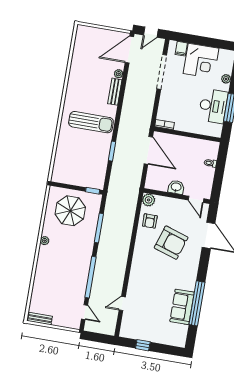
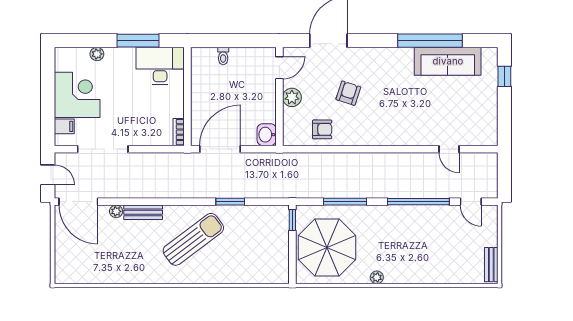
desk: (213, 106) -> (160, 66), moved
sun lounger: (91, 122) -> (193, 239), turned 53
washbasin: (176, 187) -> (267, 135), moved
plant: (149, 200) -> (292, 97), moved
parasol: (70, 211) -> (327, 247), width x1.36, depth x1.36
armchair: (171, 243) -> (348, 93), width x0.53, depth x0.53
sofa: (182, 307) -> (448, 61), width x1.36
door: (84, 312) -> (471, 202), swing flipped
window: (143, 345) -> (504, 76), moved

